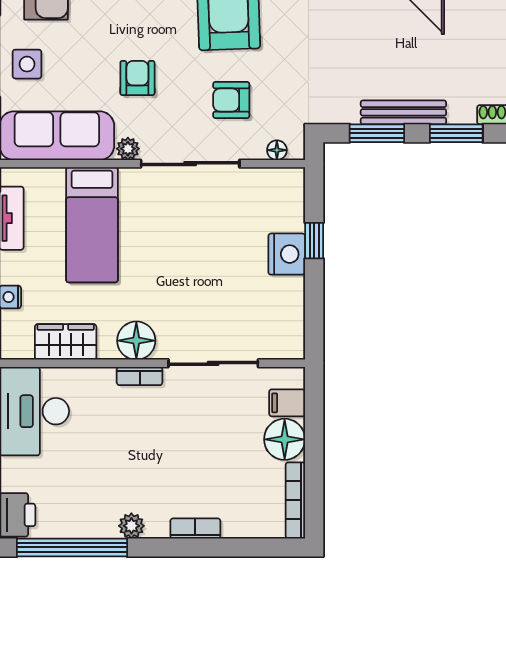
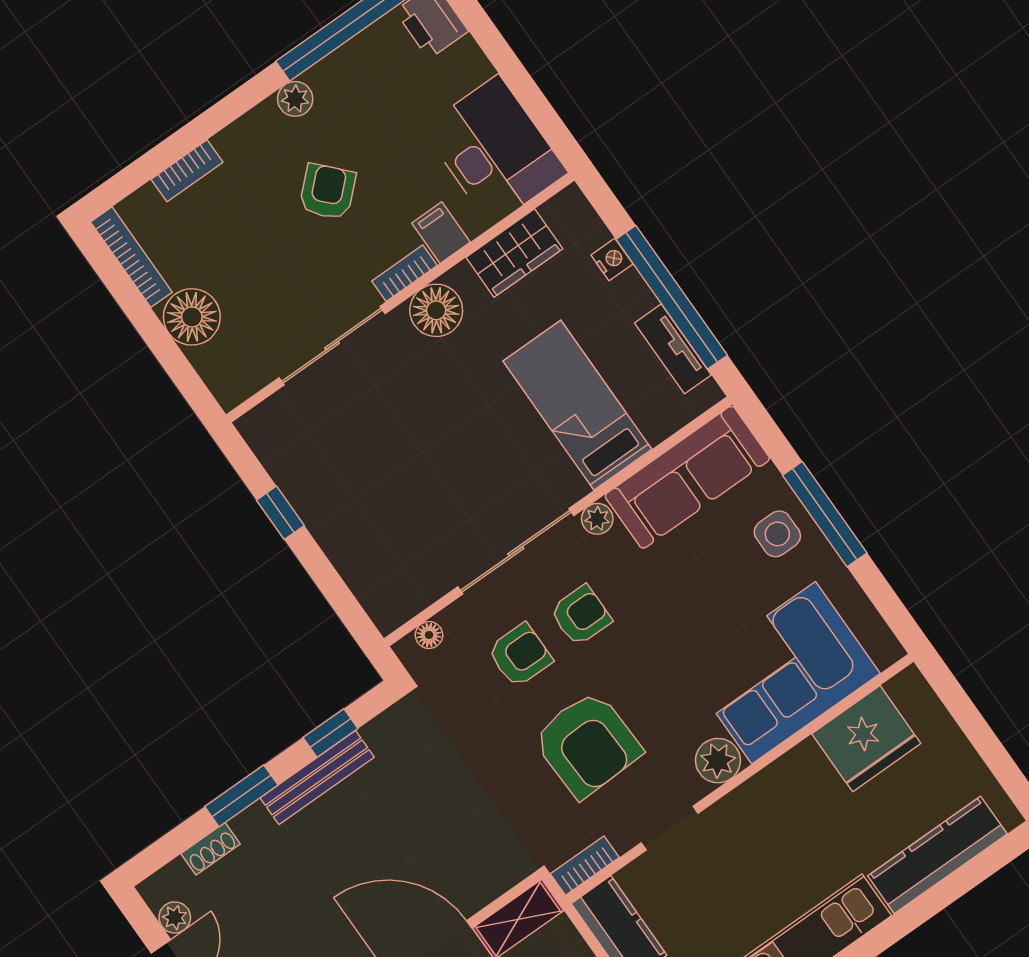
armchair: (137, 78) -> (581, 615), moved, turned -90
window: (377, 133) -> (330, 733), width x0.67
window: (314, 241) -> (280, 513), moved
nightstand: (287, 254) -> (336, 526), removed
filing cabinet: (287, 403) -> (441, 233), moved, turned -90
armchair: (151, 457) -> (327, 192), added
bookcase: (195, 528) -> (187, 171), moved

